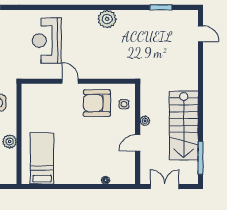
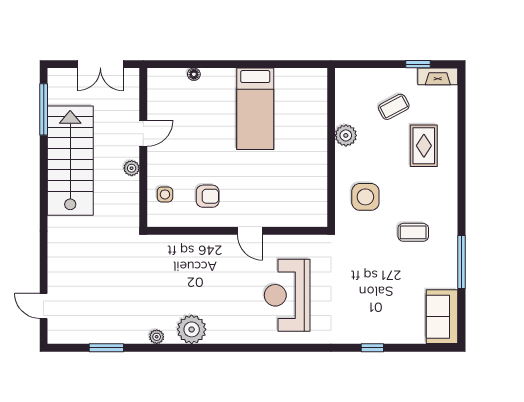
plant: (129, 14) -> (157, 337), added
reception desk: (47, 41) -> (287, 295), turned 180
armchair: (97, 103) -> (208, 196), width x0.53, depth x0.53
bed: (42, 158) -> (255, 109), moved

